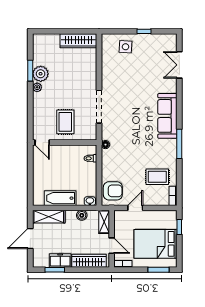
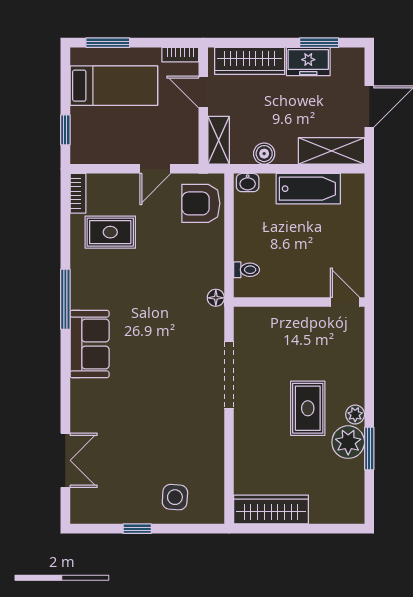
sofa: (167, 116) -> (90, 344), width x0.73
rug: (65, 122) -> (308, 408), moved
bed: (155, 244) -> (114, 86), width x0.67

